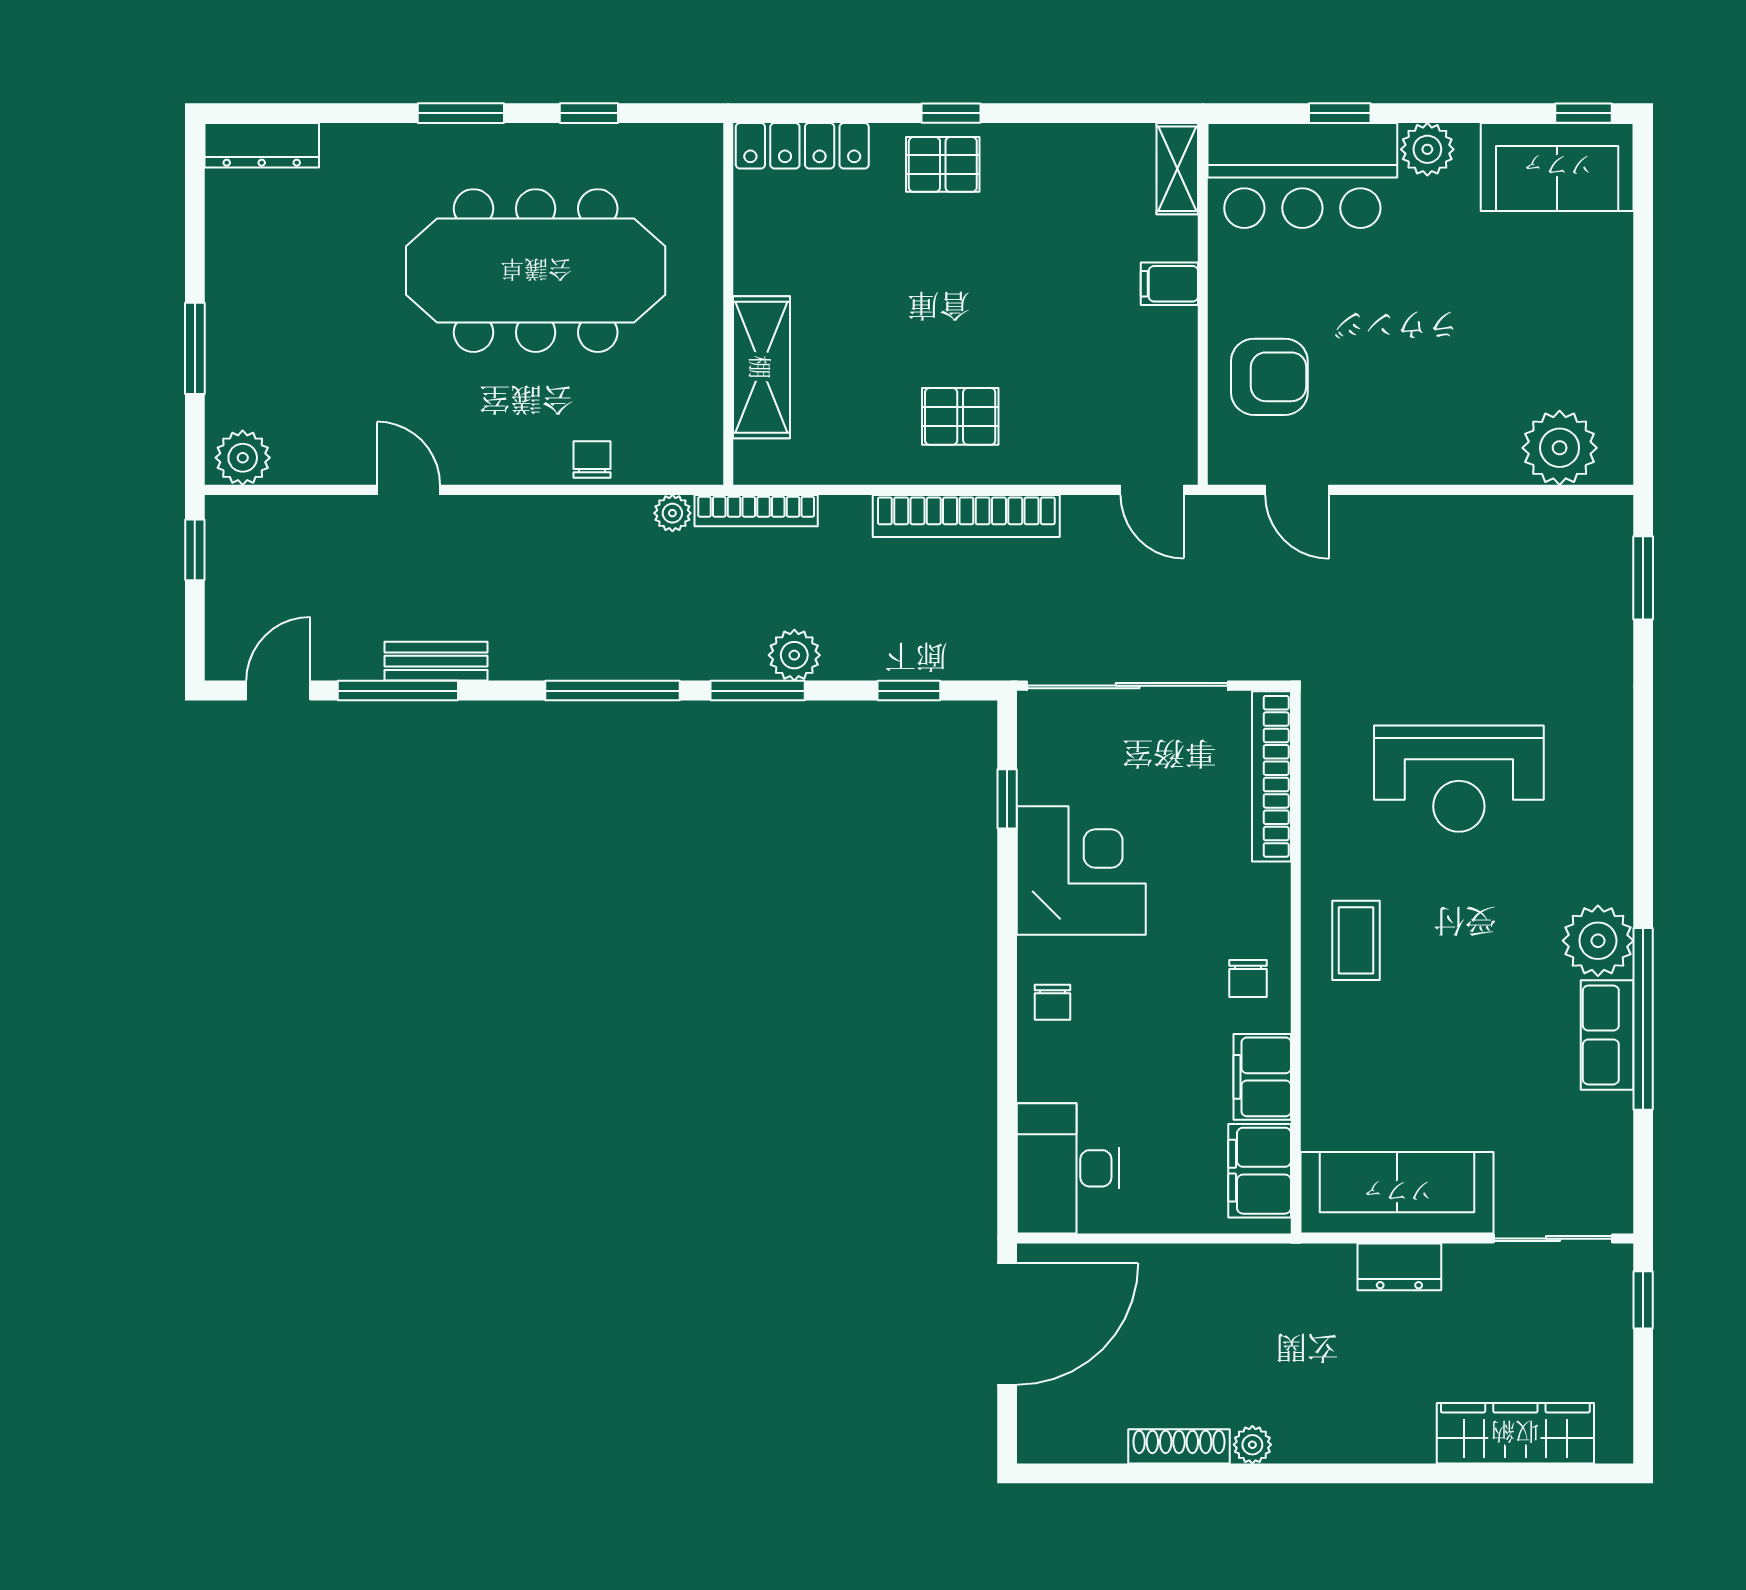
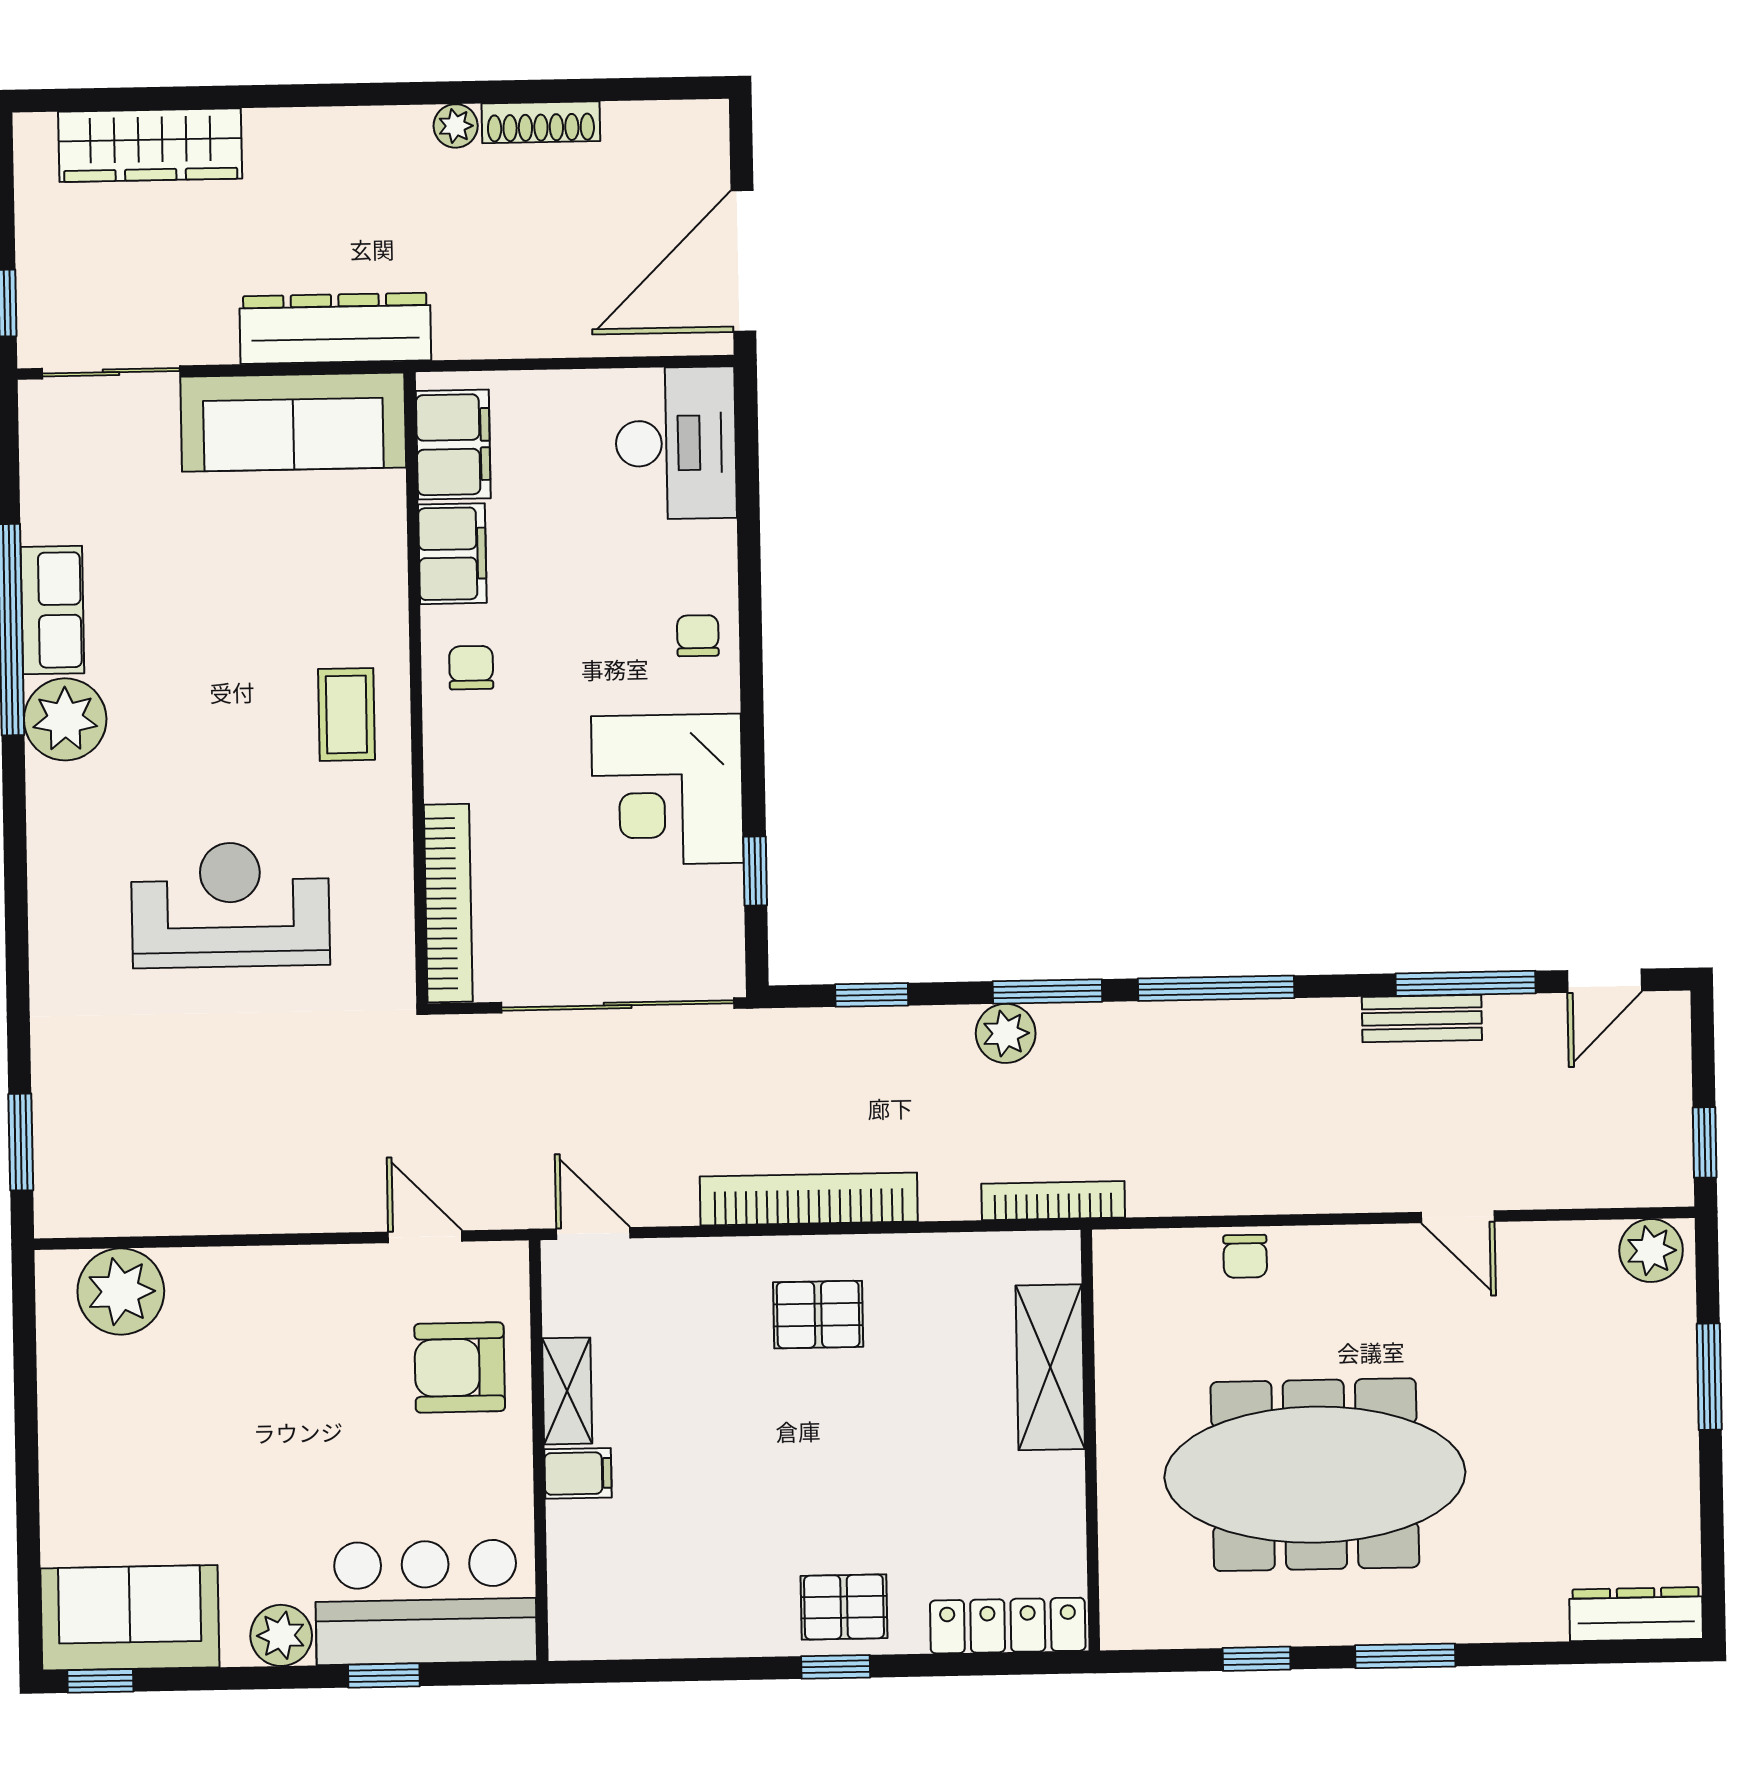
shelving: (1177, 169) -> (567, 1391), moved
plant: (672, 513) -> (1150, 1196), removed
dresser: (1399, 1267) -> (335, 328), width x1.96, depth x1.24

